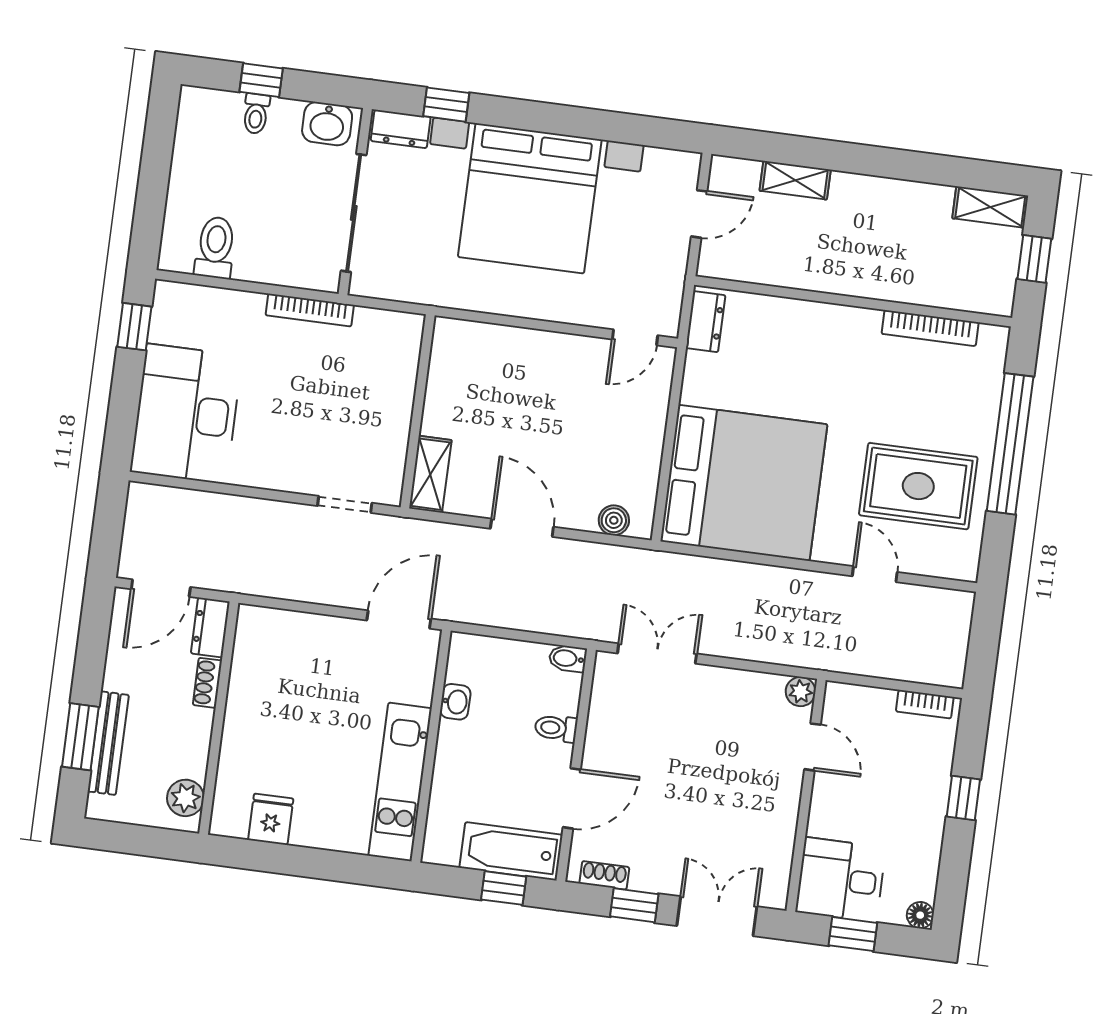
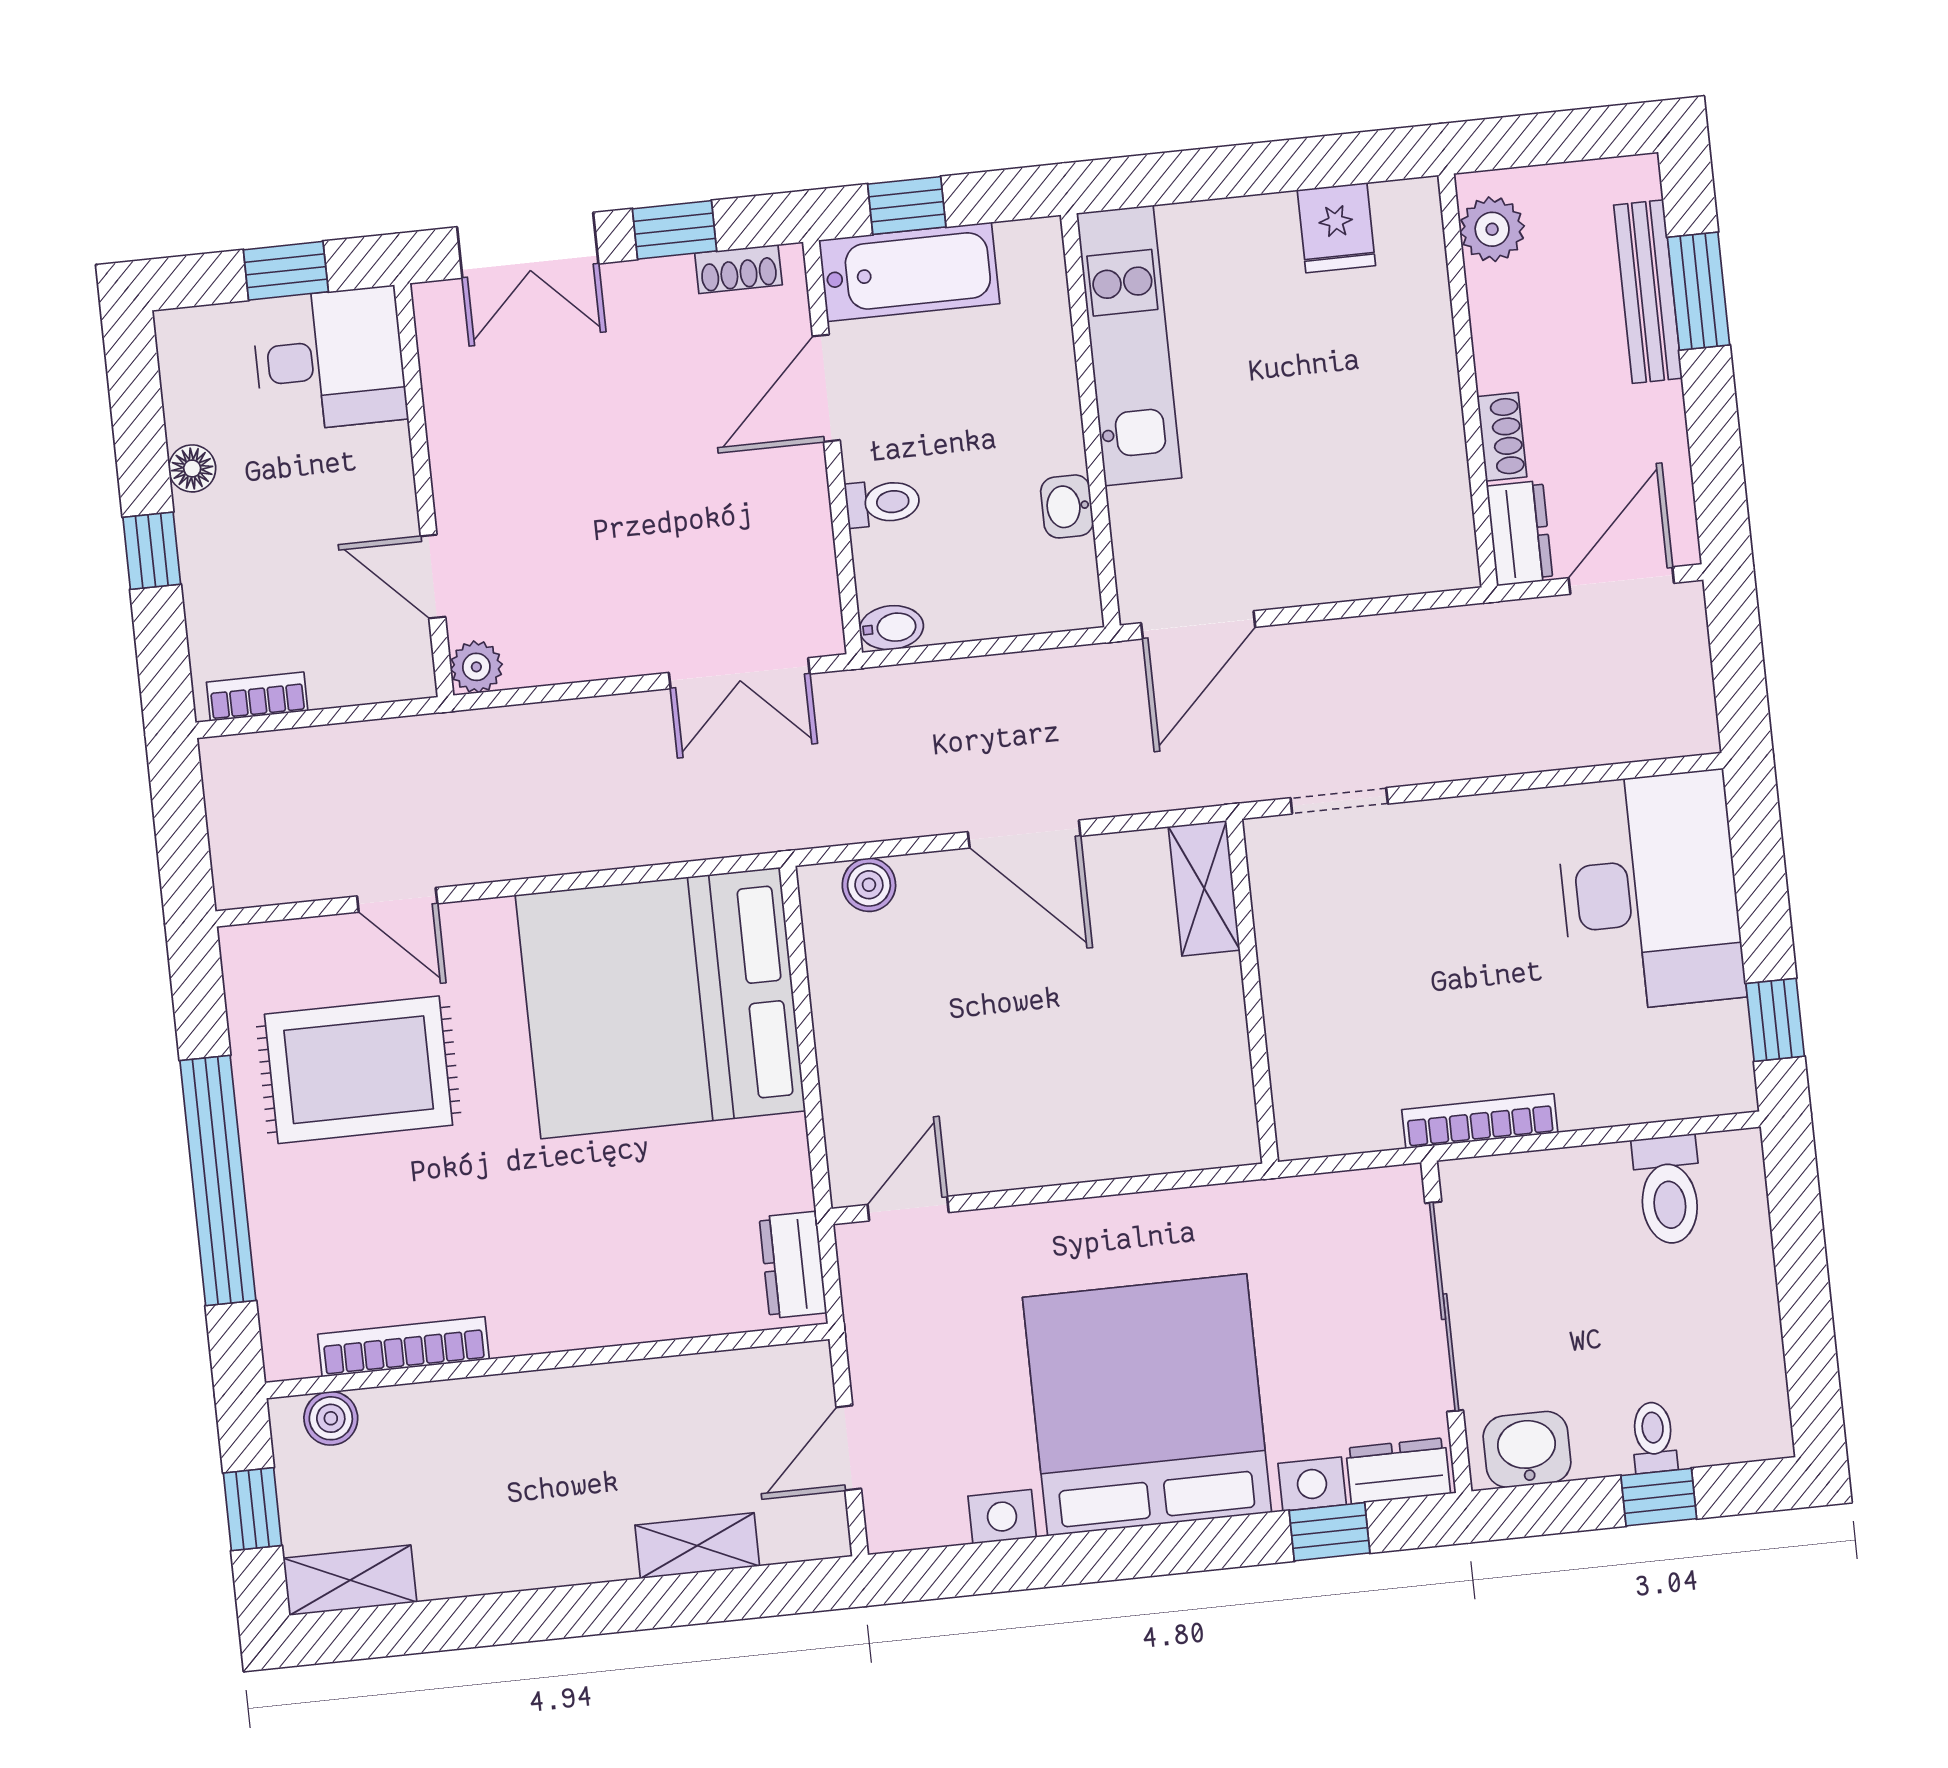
boiler: (979, 298) -> (331, 1418), added
floor lamp: (920, 915) -> (192, 468), moved

